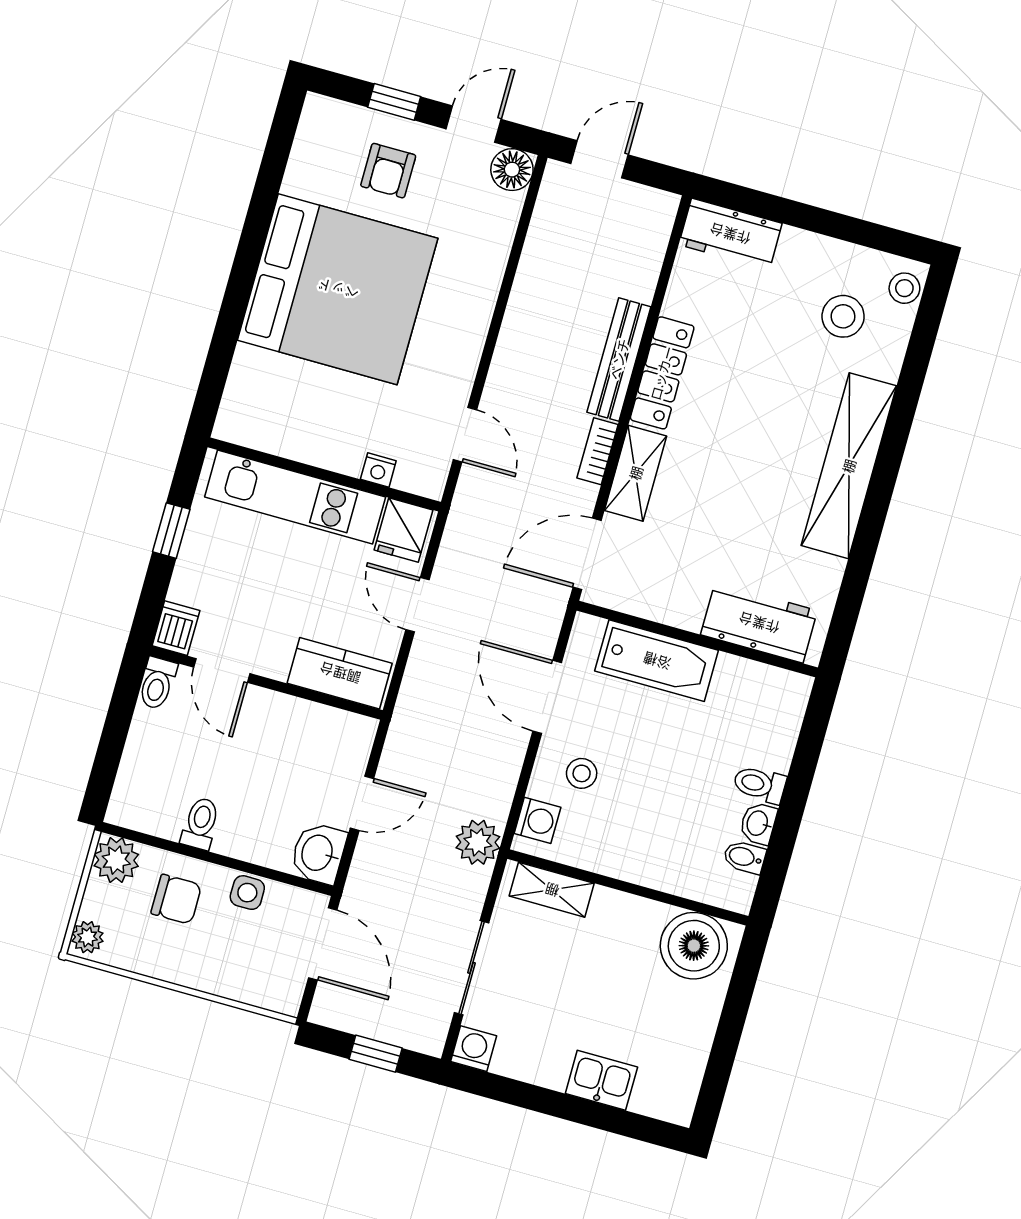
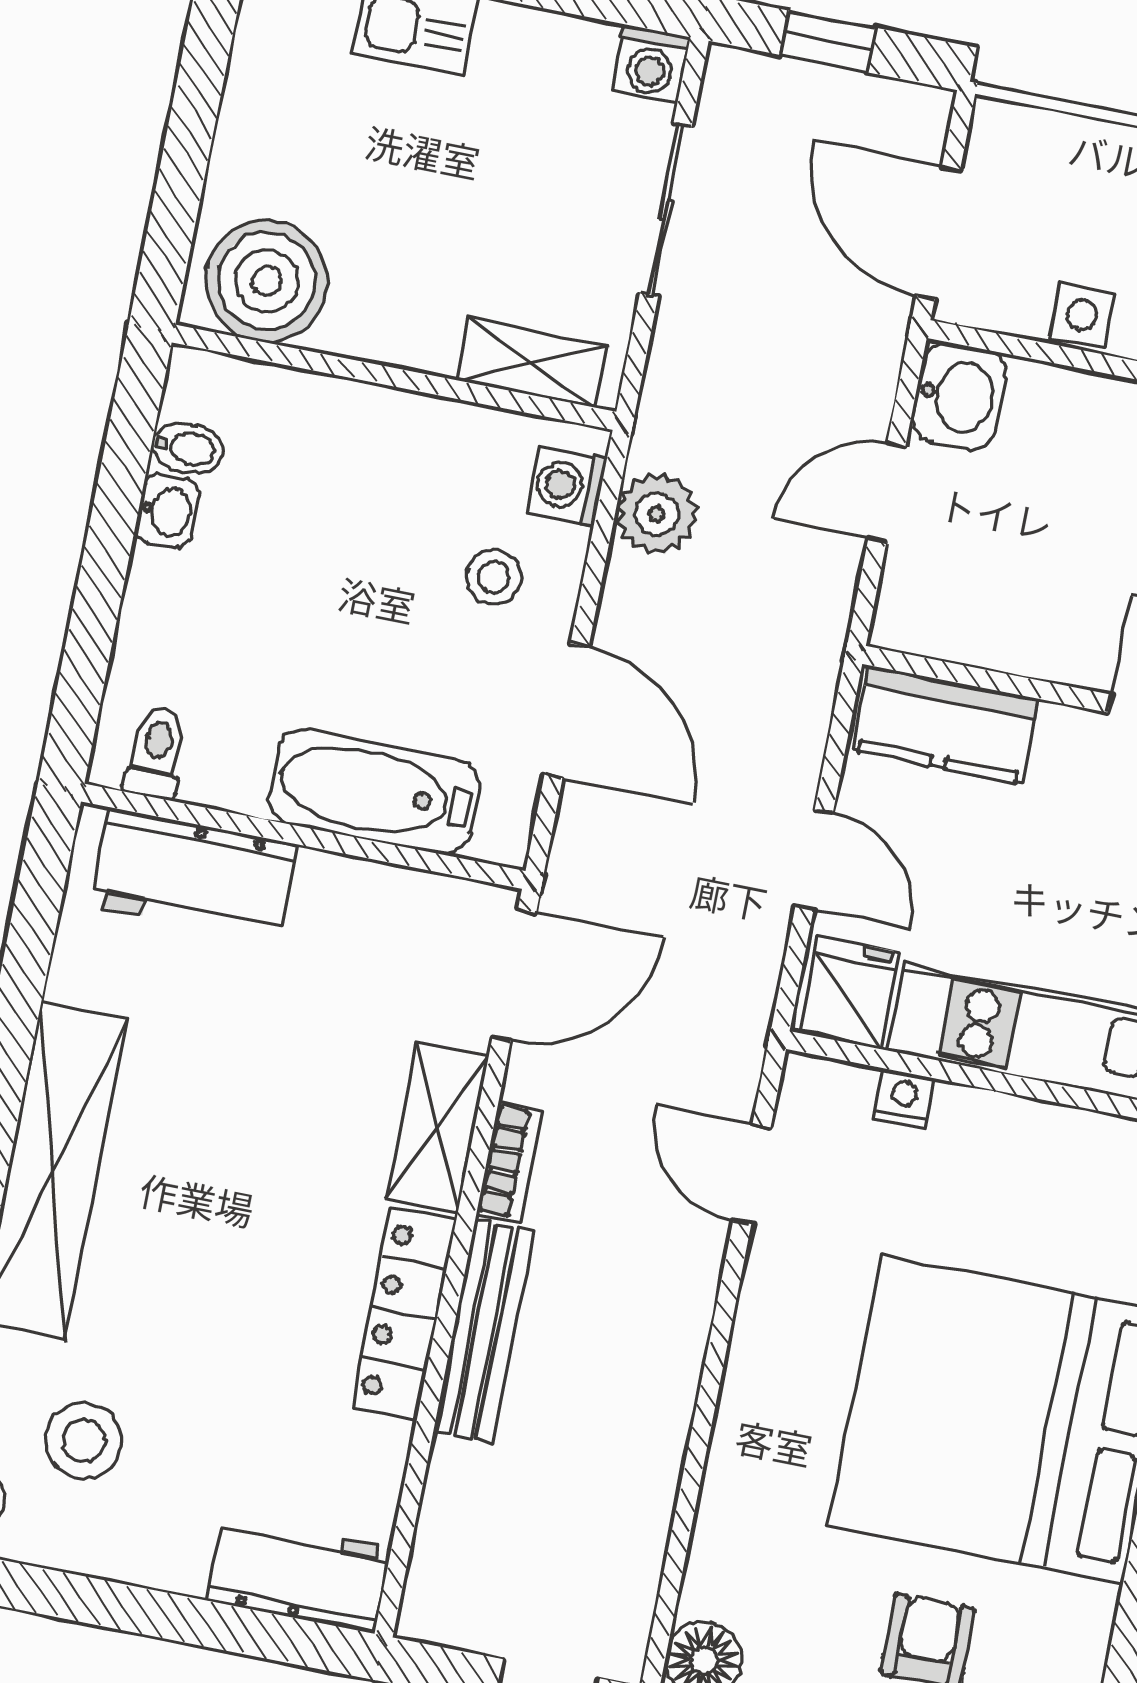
toilet: (760, 784) -> (156, 752), moved, turned -90
plant: (478, 842) -> (657, 514), moved

